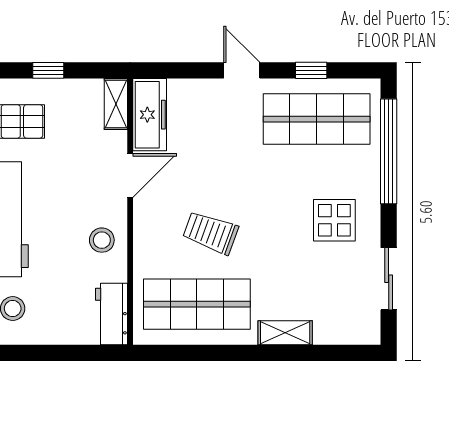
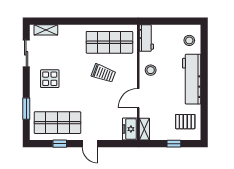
freezer: (150, 115) -> (130, 129), width x0.71
window: (389, 151) -> (26, 109), width x0.47
shelving: (285, 333) -> (46, 30), moved

